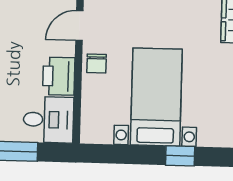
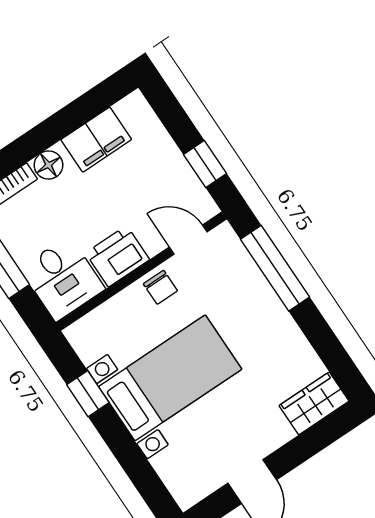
chair: (97, 63) -> (160, 287), turned -90
window: (180, 156) -> (88, 394), moved

